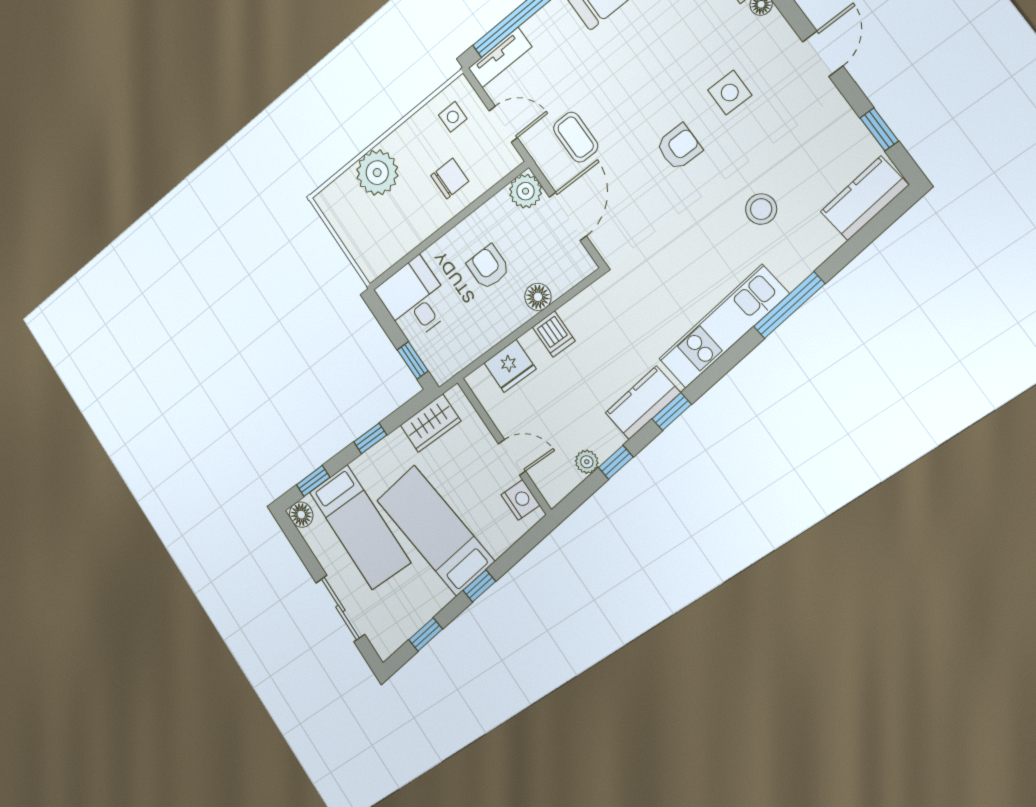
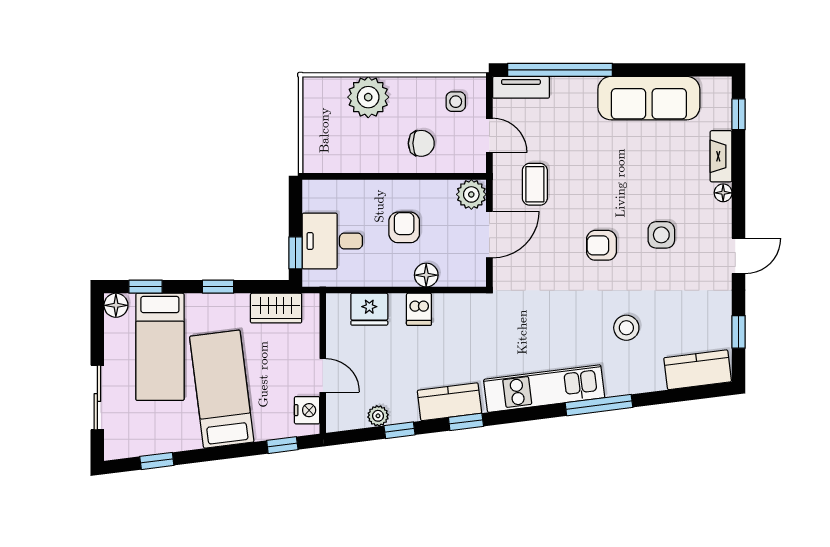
armchair: (679, 147) -> (601, 245), turned 180
desk: (415, 299) -> (332, 241), moved, turned -90
window: (479, 586) -> (282, 445), moved

